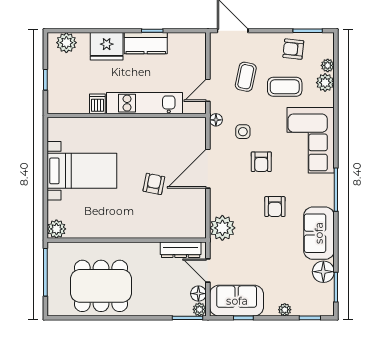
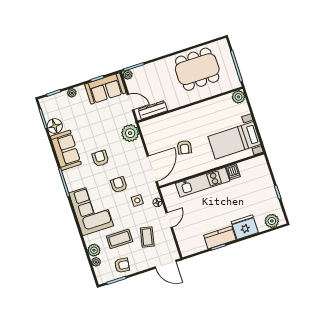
kitchen unit: (144, 103) -> (203, 182), moved
dishwasher: (97, 104) -> (233, 172), moved
wall: (127, 116) -> (212, 170), moved
floor lamp: (198, 294) -> (132, 85), removed

